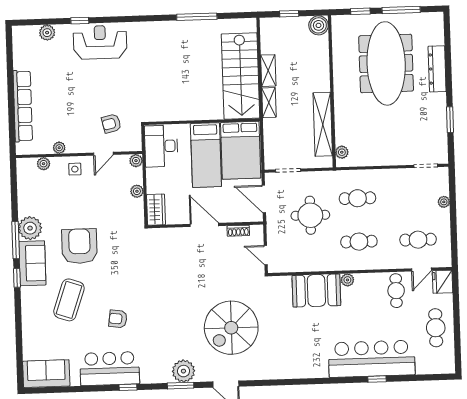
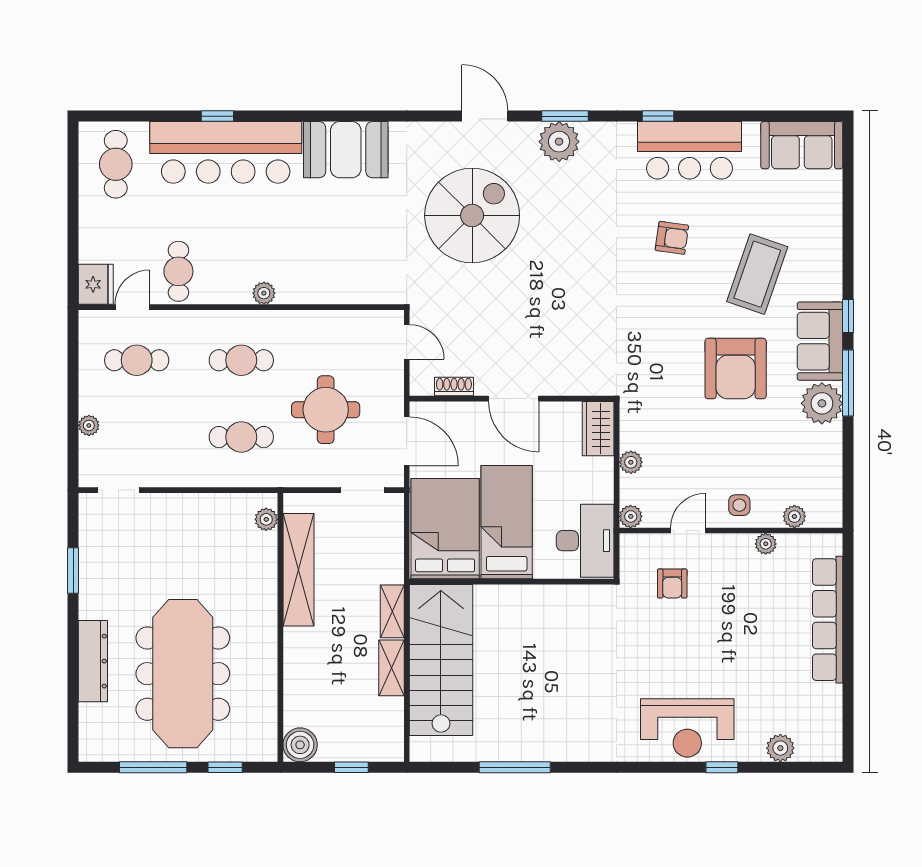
armchair: (111, 124) -> (672, 583), turned 103
booth: (316, 291) -> (346, 150), moved
cafe table: (436, 328) -> (116, 164), moved

